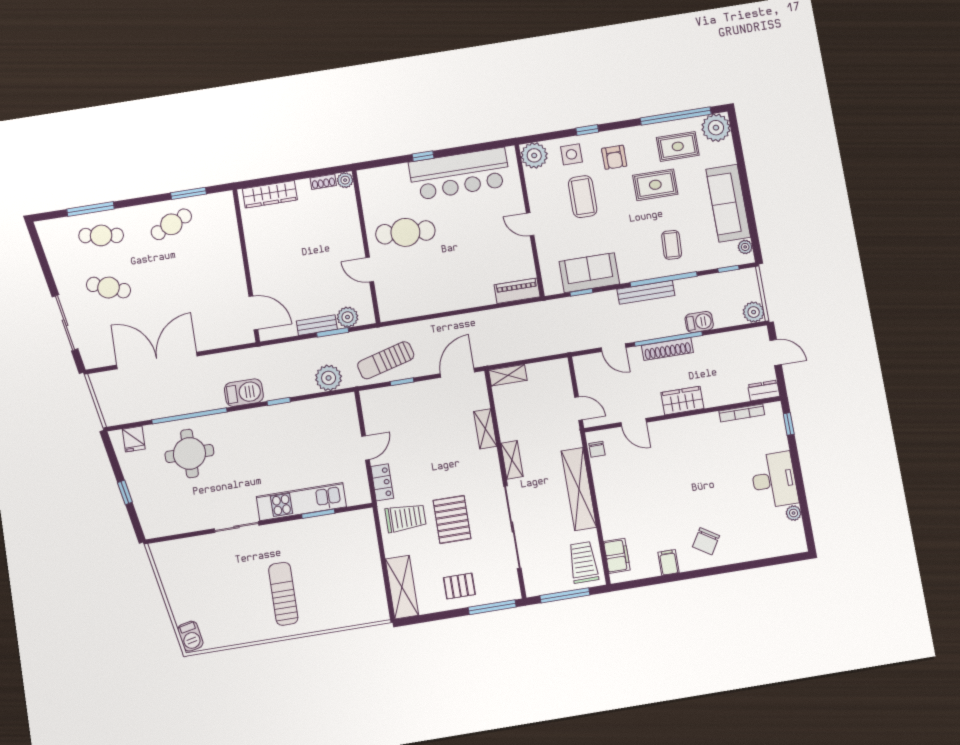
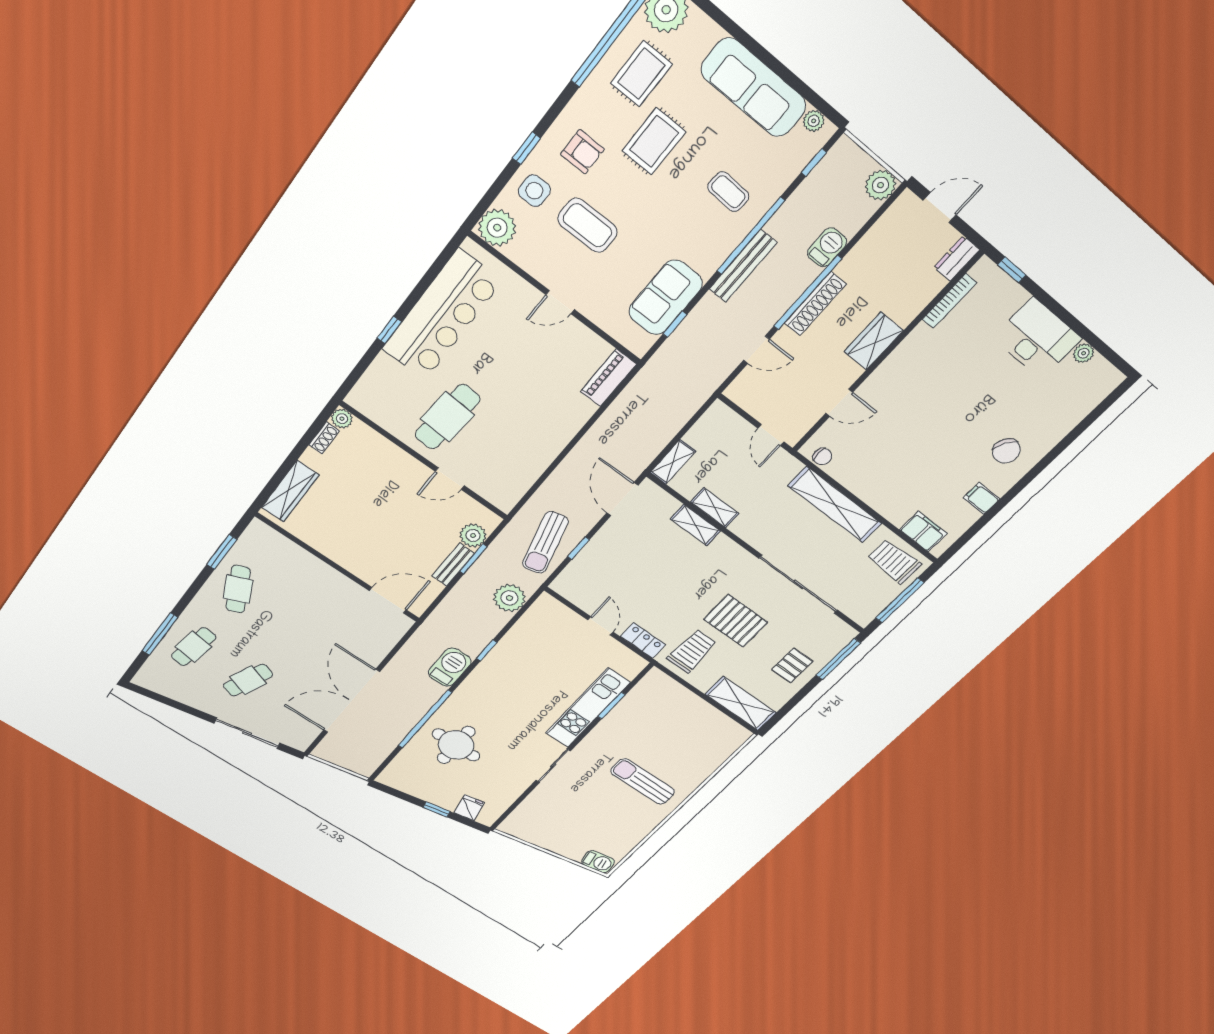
door: (579, 408) -> (771, 435), swing flipped
fridge: (134, 439) -> (469, 808), moved, turned -101
shelving: (512, 460) -> (715, 508), moved

